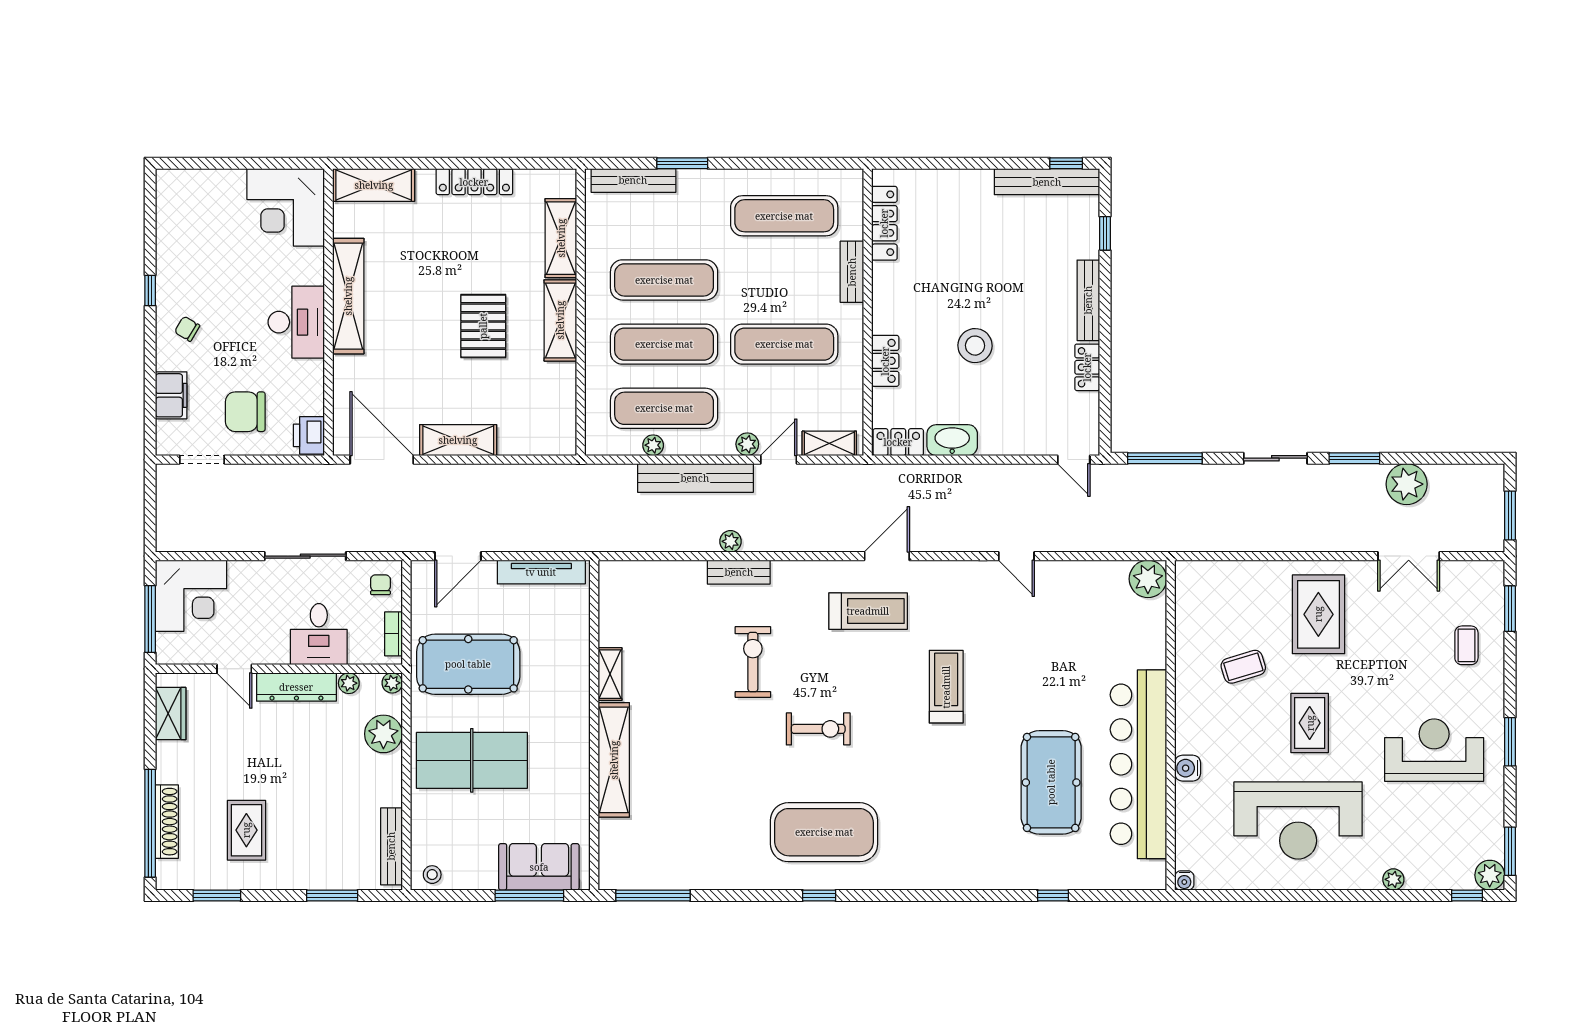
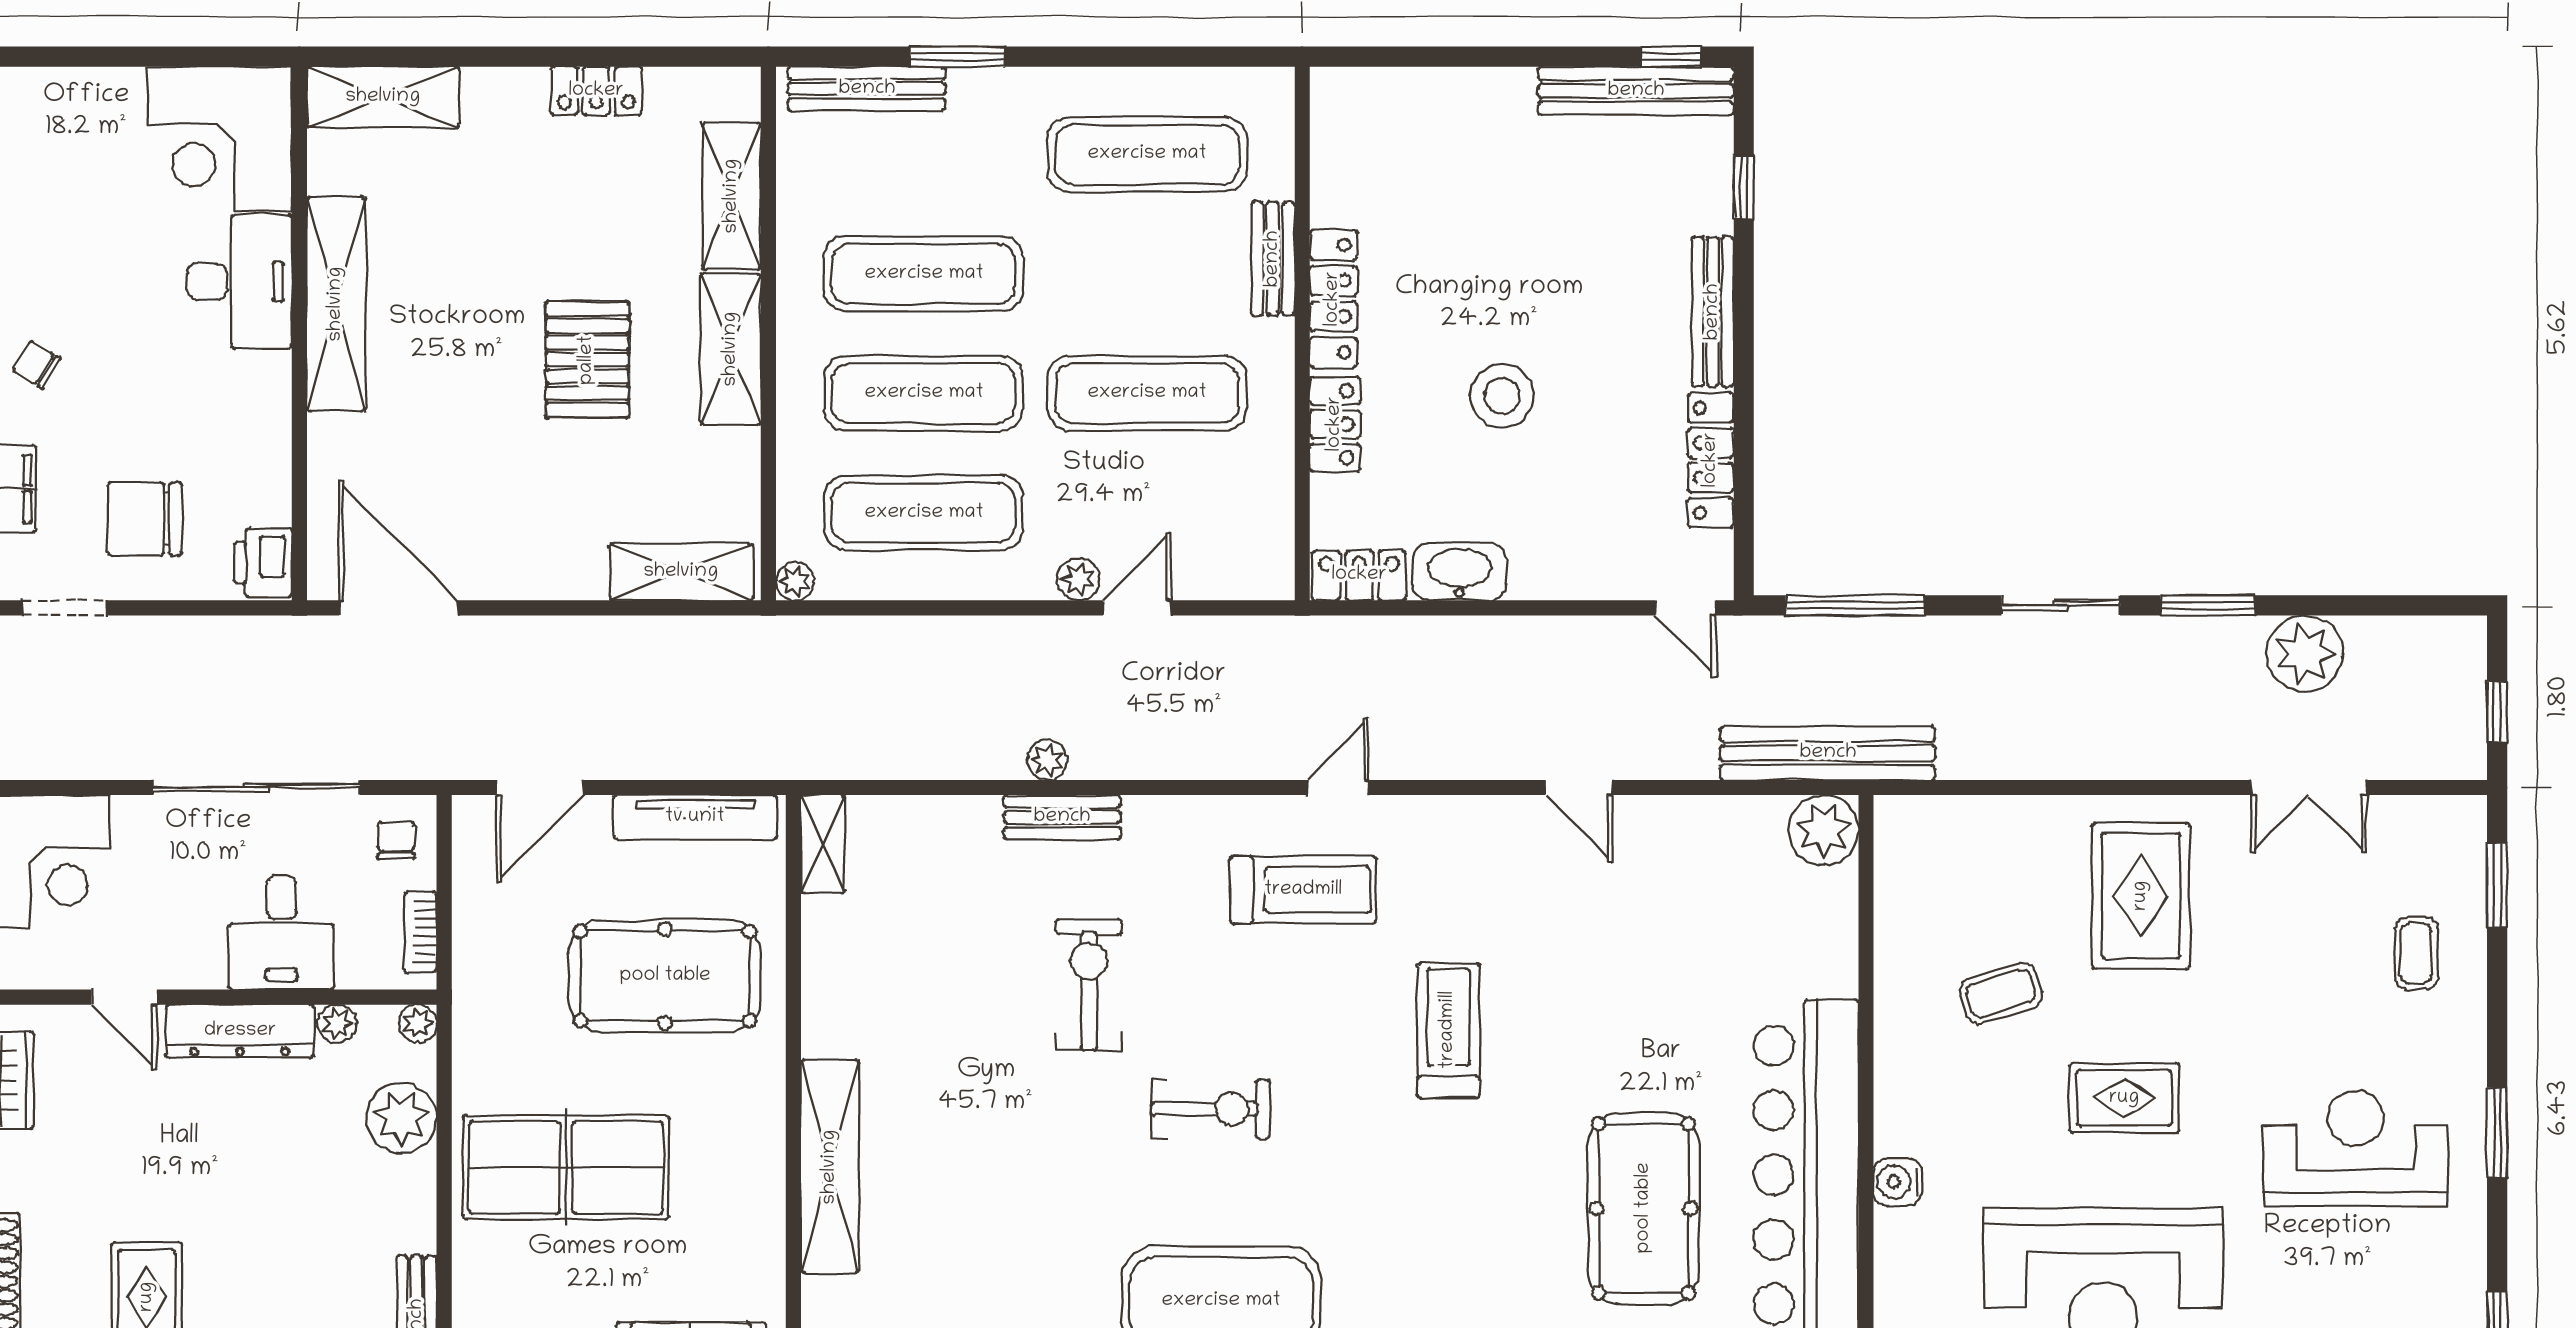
locker: (474, 182) -> (596, 91), width x0.66
locker: (884, 223) -> (1333, 299), moved
desk: (296, 322) -> (240, 282), moved
locker: (1087, 367) -> (1711, 460), width x1.53
shelving: (458, 440) -> (681, 572), moved
shelving: (829, 443) -> (1231, 578), removed
plant: (653, 445) -> (795, 581), moved
bench: (695, 478) -> (1828, 753), moved
window: (1510, 515) -> (2497, 712), width x0.67
sliding door: (305, 556) -> (256, 788), width x1.36
door: (887, 556) -> (1338, 788), width x0.73
pool table: (468, 664) -> (665, 976), moved
shelving: (610, 674) -> (823, 844), moved
rug: (1310, 723) -> (2124, 1098), turned 90

